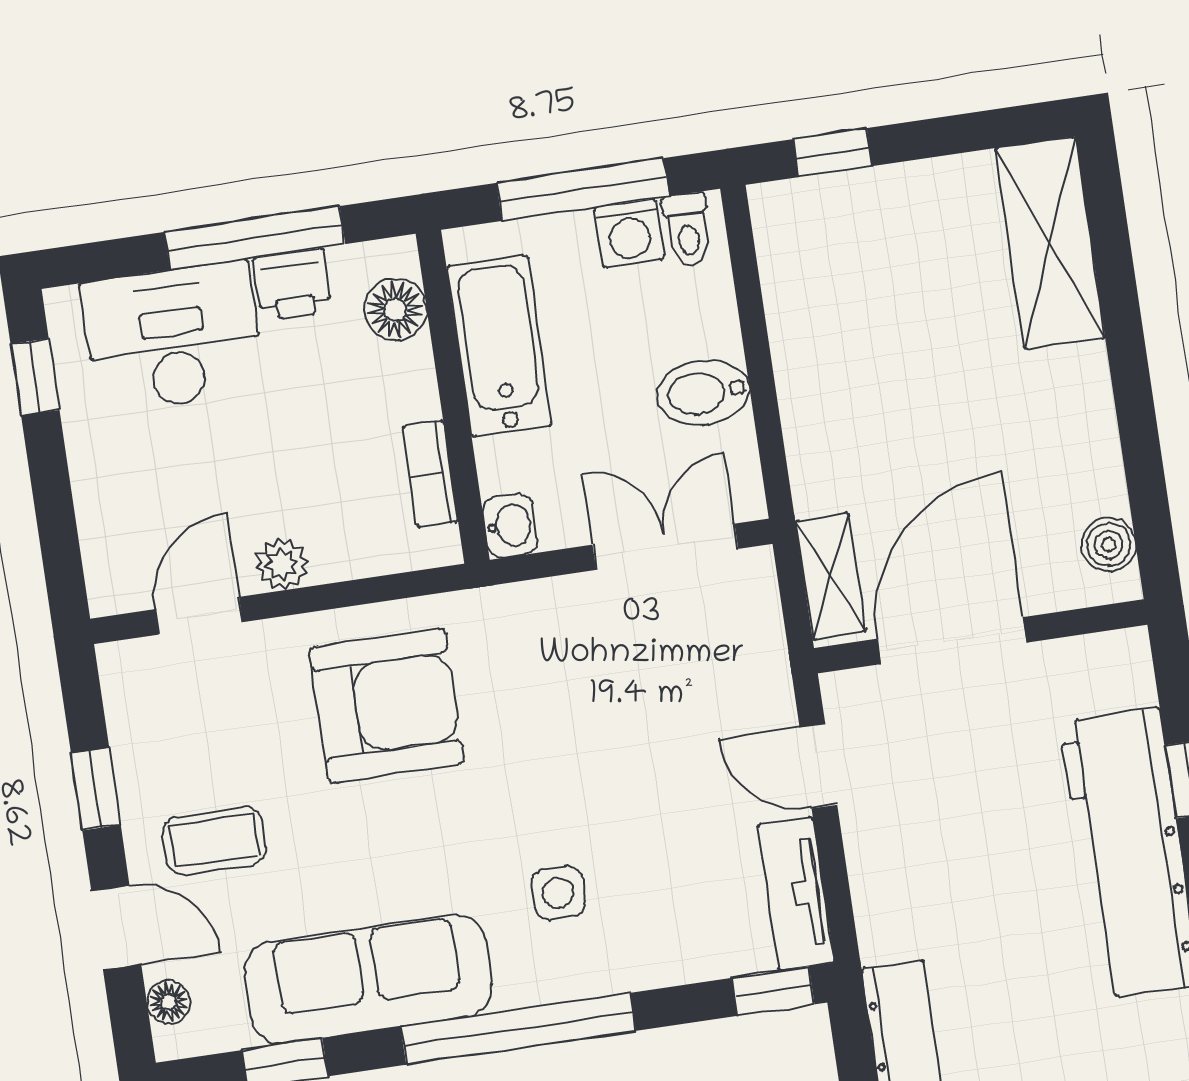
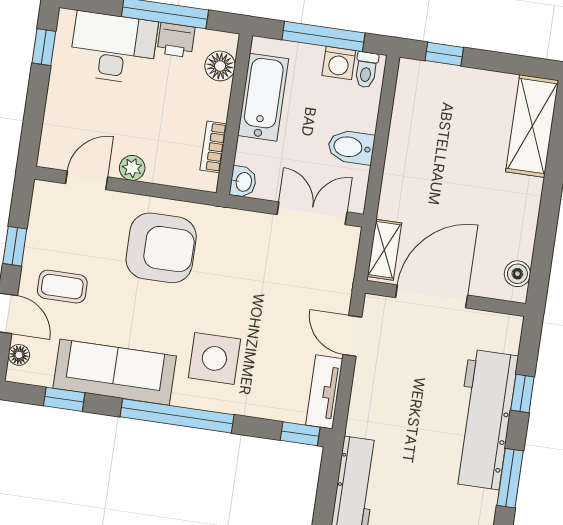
side table: (558, 893) -> (214, 358), width x1.87, depth x1.87

